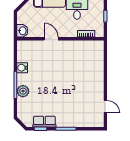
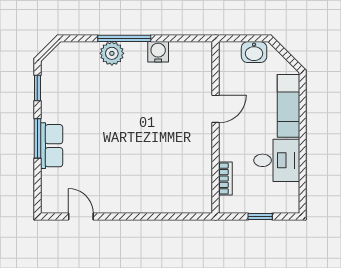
washbasin: (22, 31) -> (254, 52), moved
door: (105, 107) -> (81, 217), swing flipped
row of seats: (44, 122) -> (52, 146), moved

